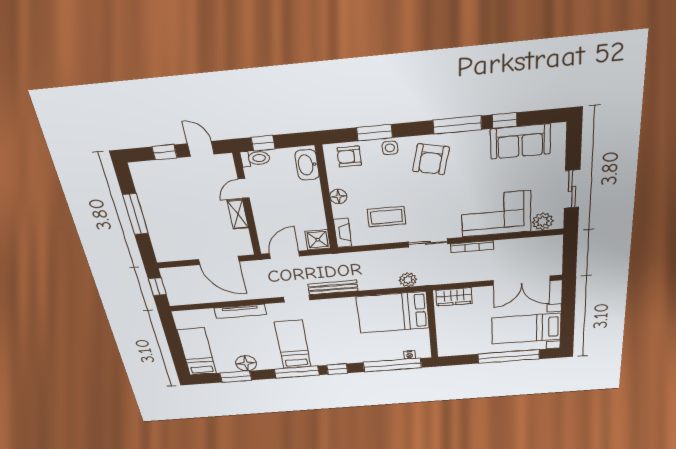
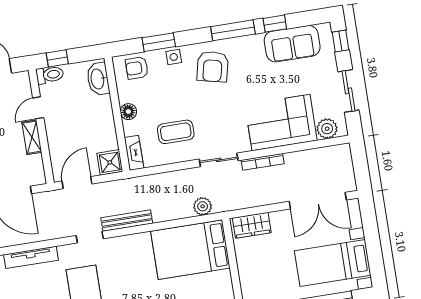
window: (574, 141) -> (341, 41), added

